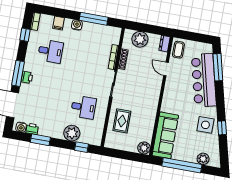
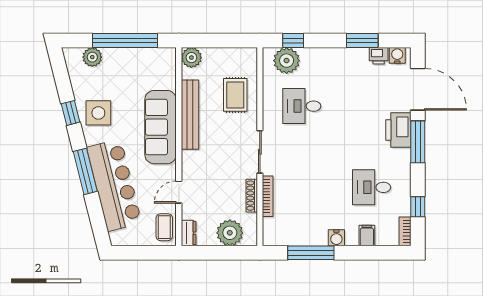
window: (218, 67) -> (85, 171), moved
door: (166, 69) -> (179, 192), swing flipped
printer: (27, 77) -> (398, 130), width x1.87, depth x1.48
bench: (151, 114) -> (190, 115), added
plant: (72, 133) -> (287, 61), moved
sofa: (165, 135) -> (161, 127), moved

